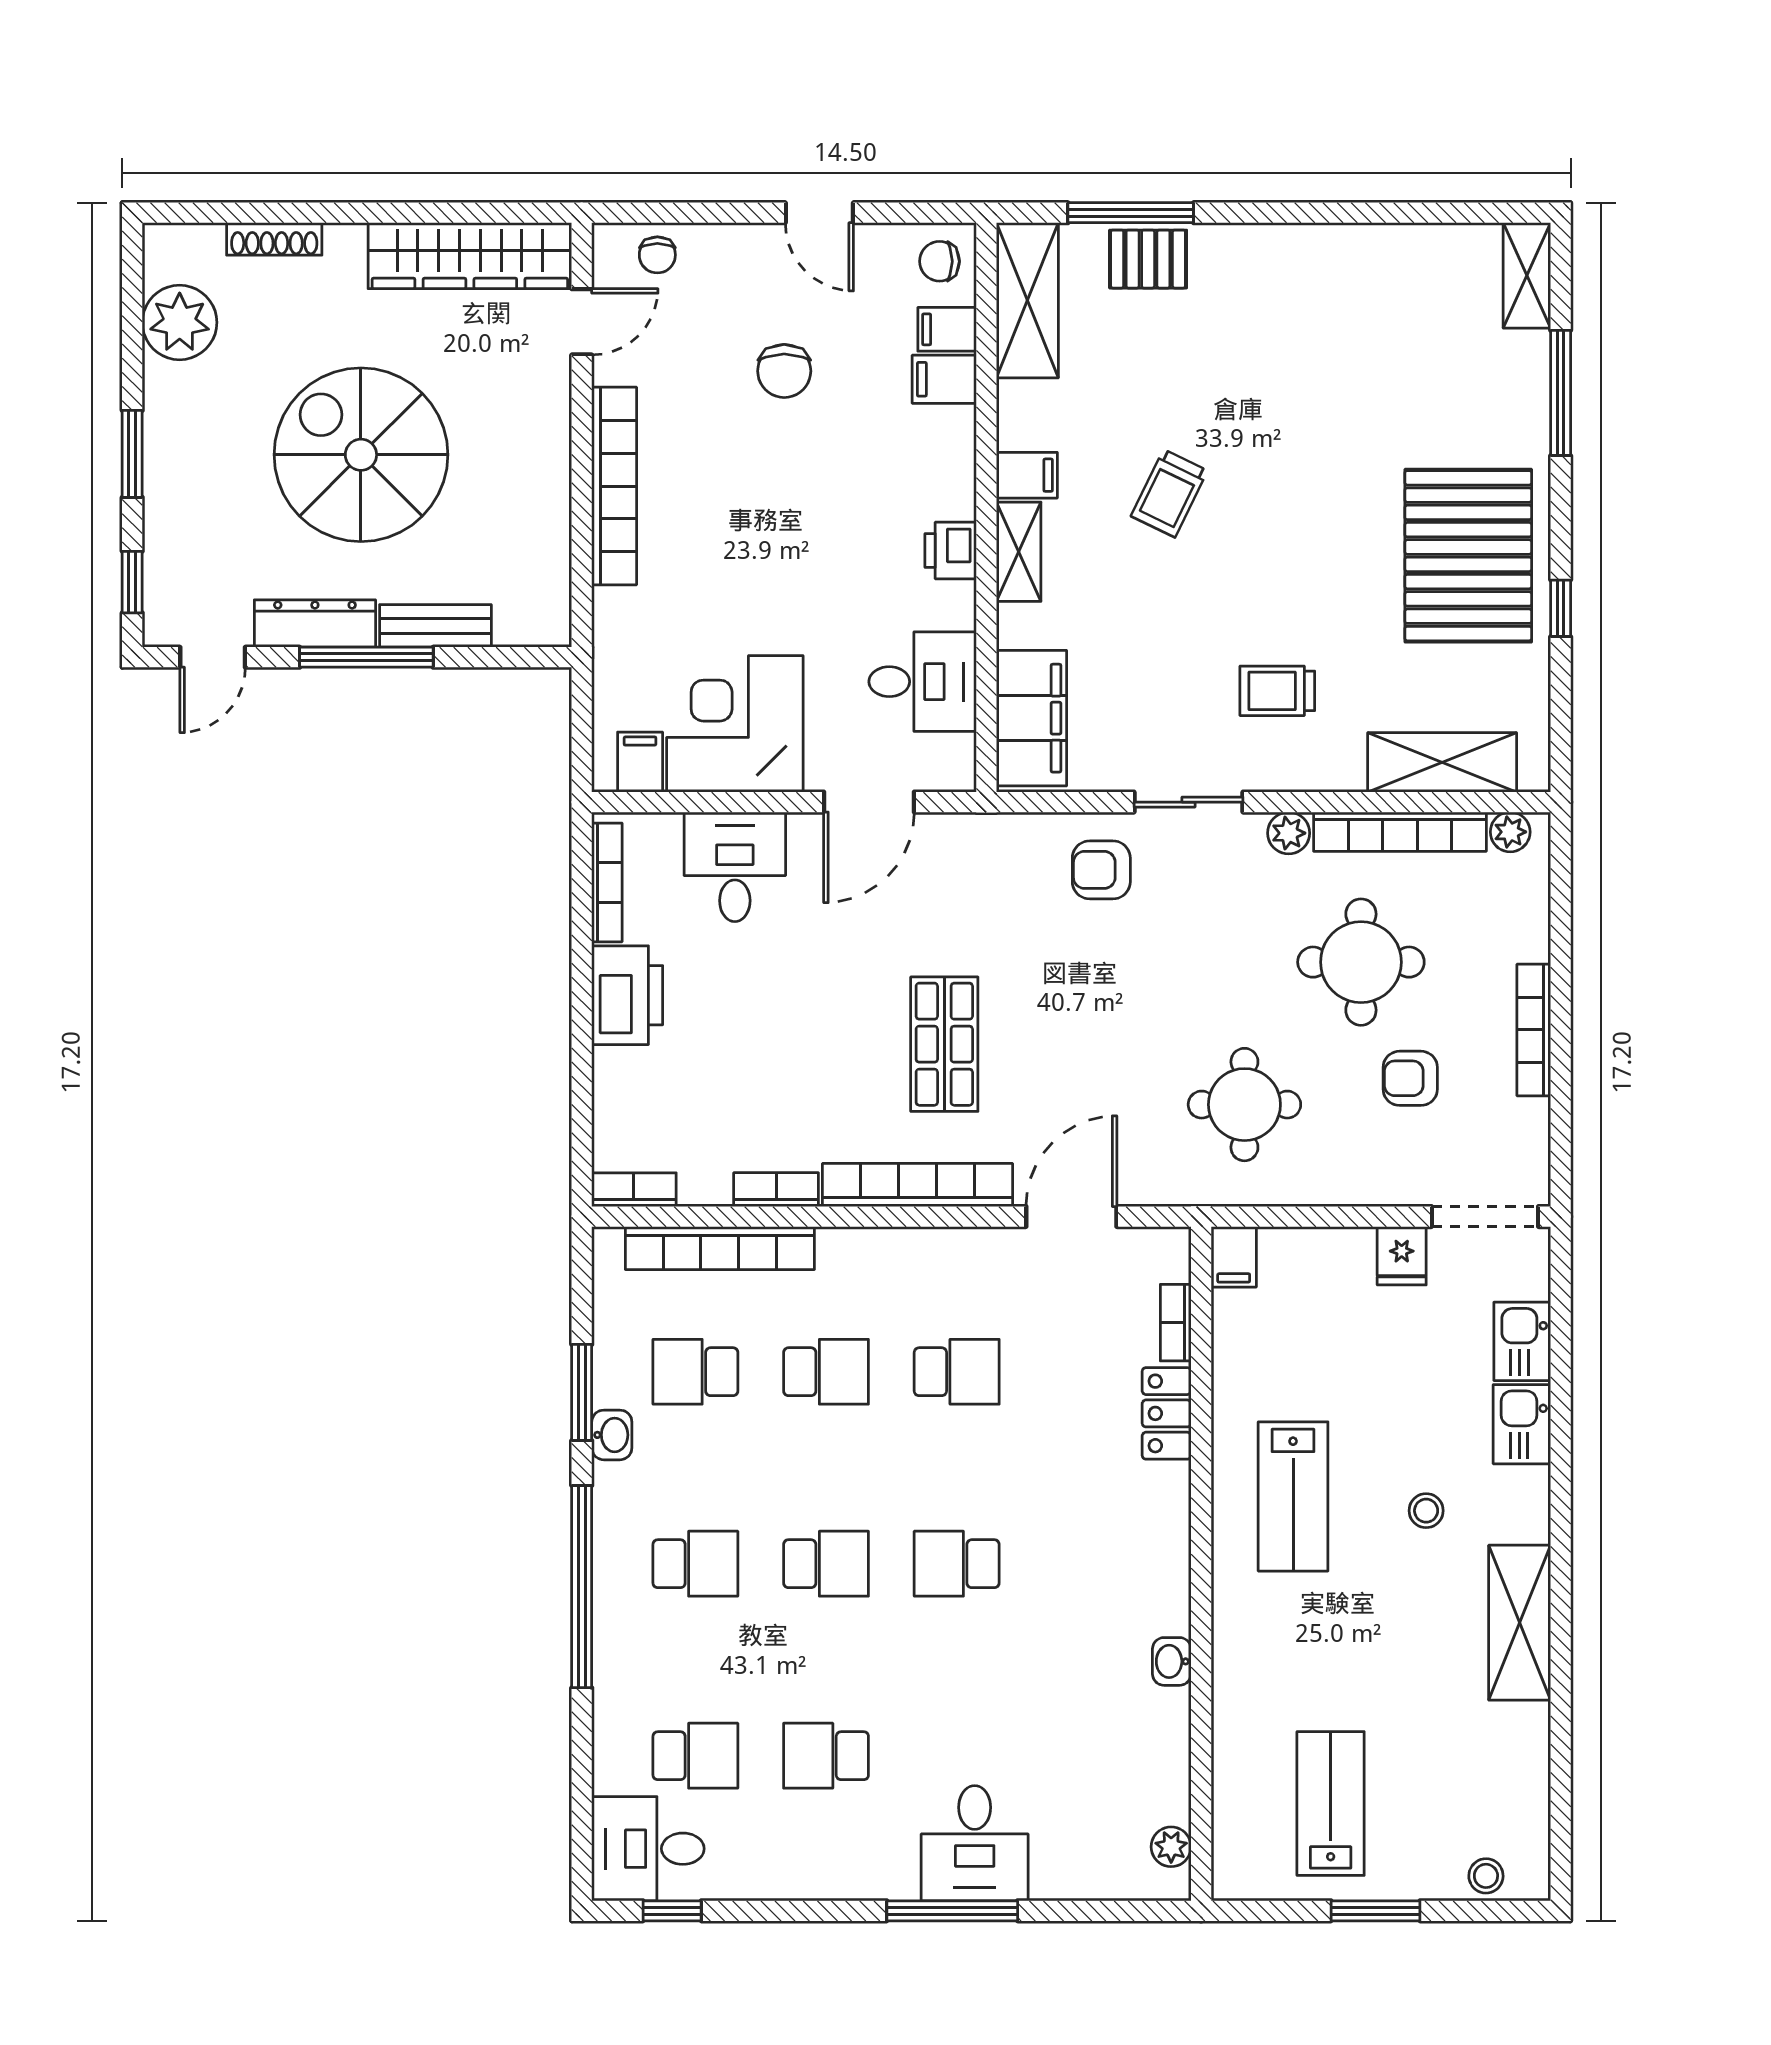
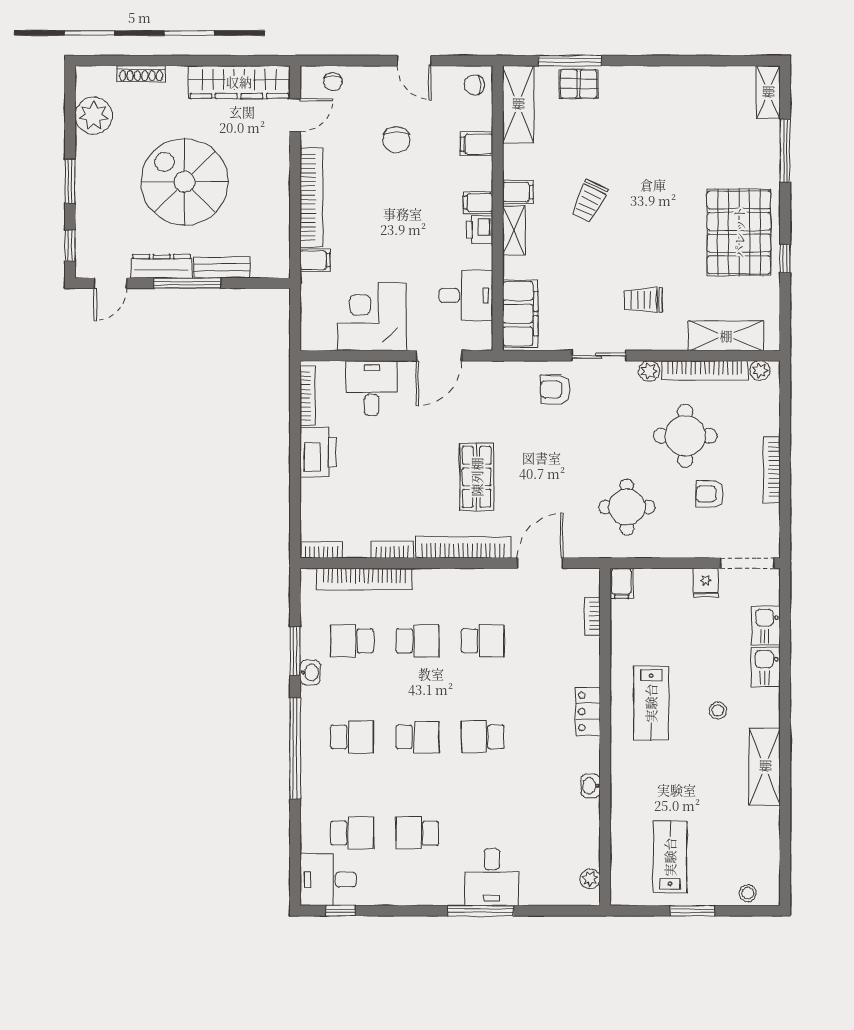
filing cabinet: (947, 329) -> (478, 203), moved
filing cabinet: (640, 762) -> (315, 260), moved, turned 90
locker: (1167, 1413) -> (588, 712), moved

